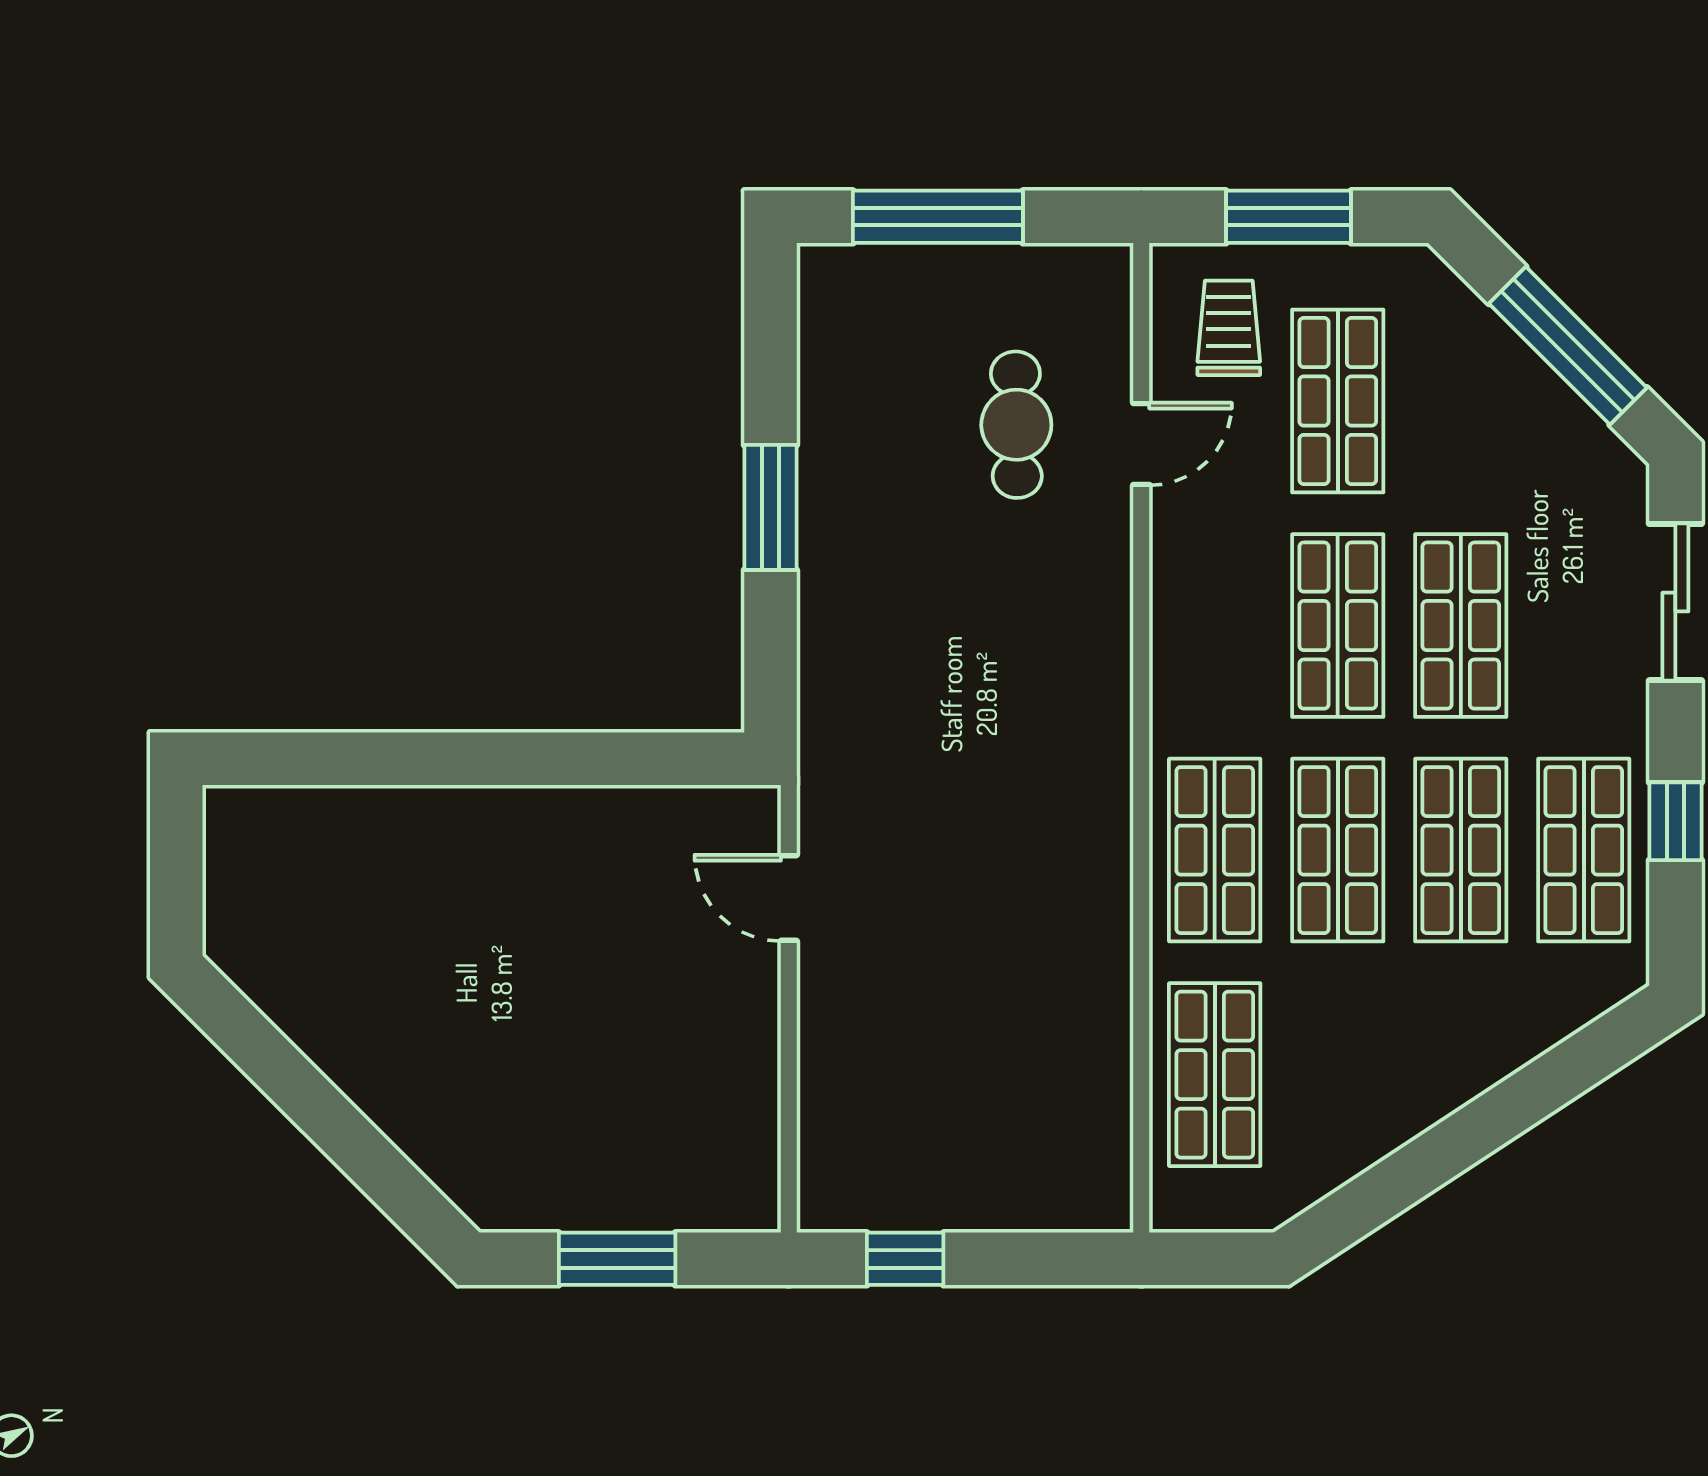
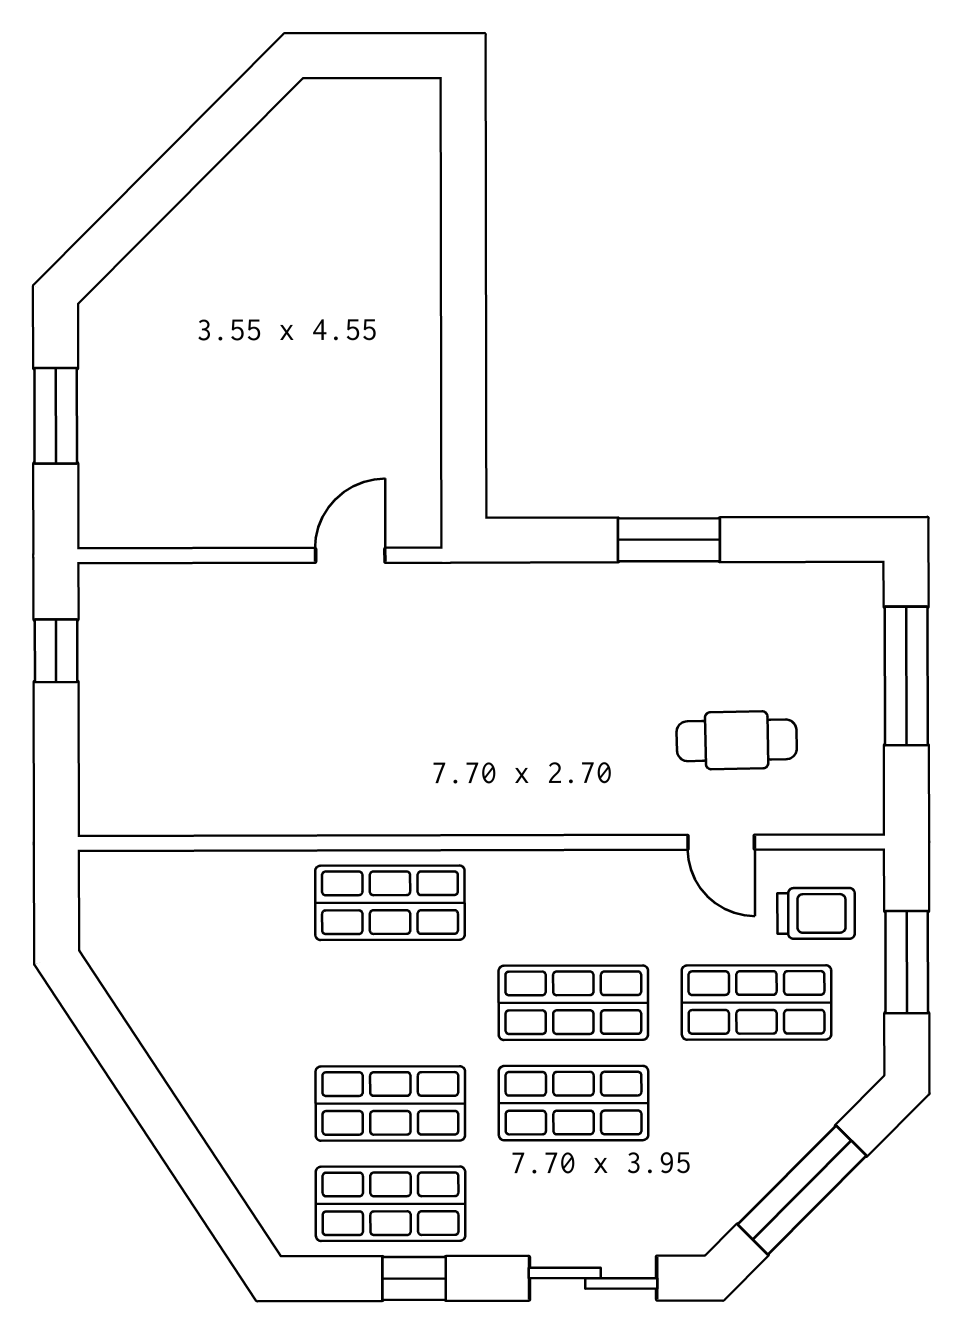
shop shelf: (1338, 850) -> (390, 1003), removed
shop shelf: (1215, 1075) -> (207, 903), removed

